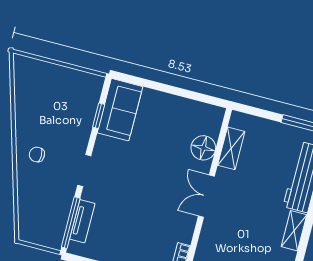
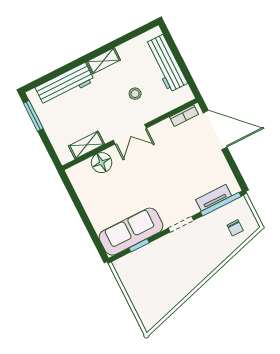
sofa: (120, 110) -> (131, 232), width x1.36
chair: (37, 155) -> (235, 228), moved
stool: (239, 233) -> (135, 94), added

